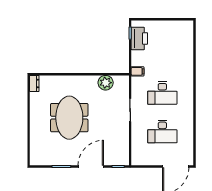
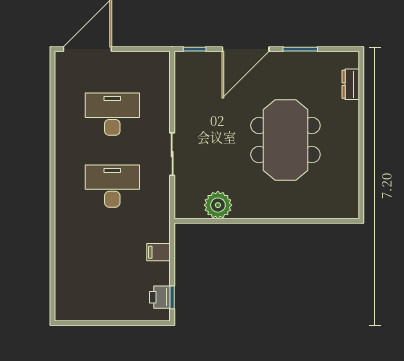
printer: (139, 38) -> (160, 297), width x0.53, depth x0.68
filing cabinet: (138, 71) -> (159, 252), moved
dresser: (34, 83) -> (351, 84), moved

